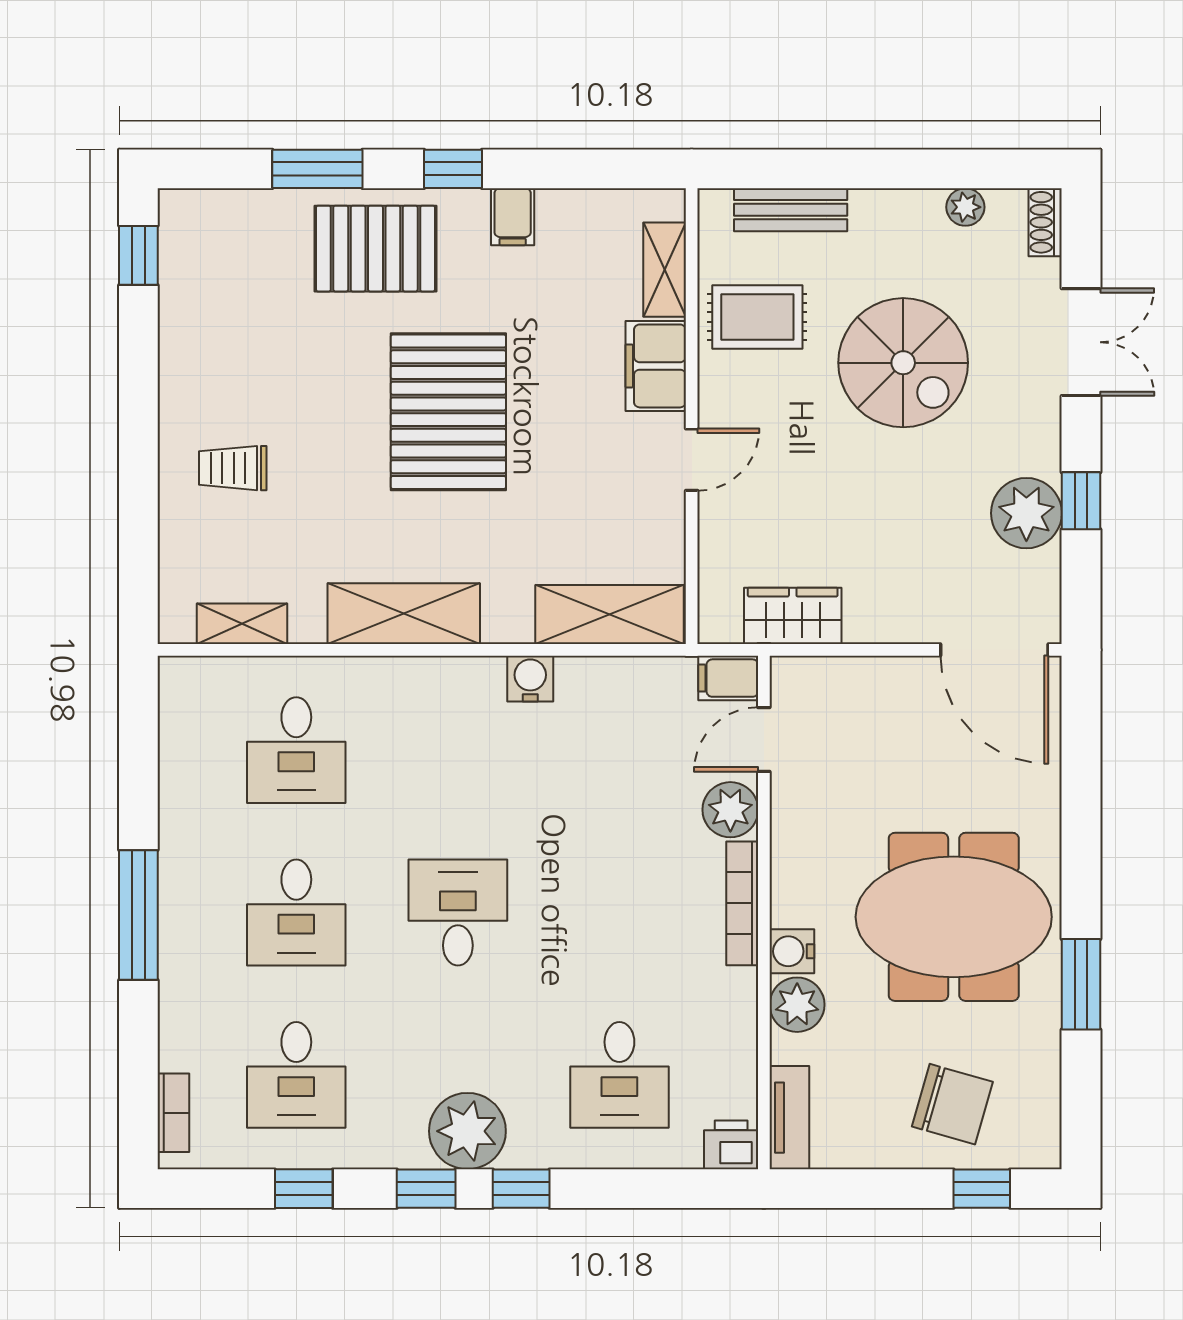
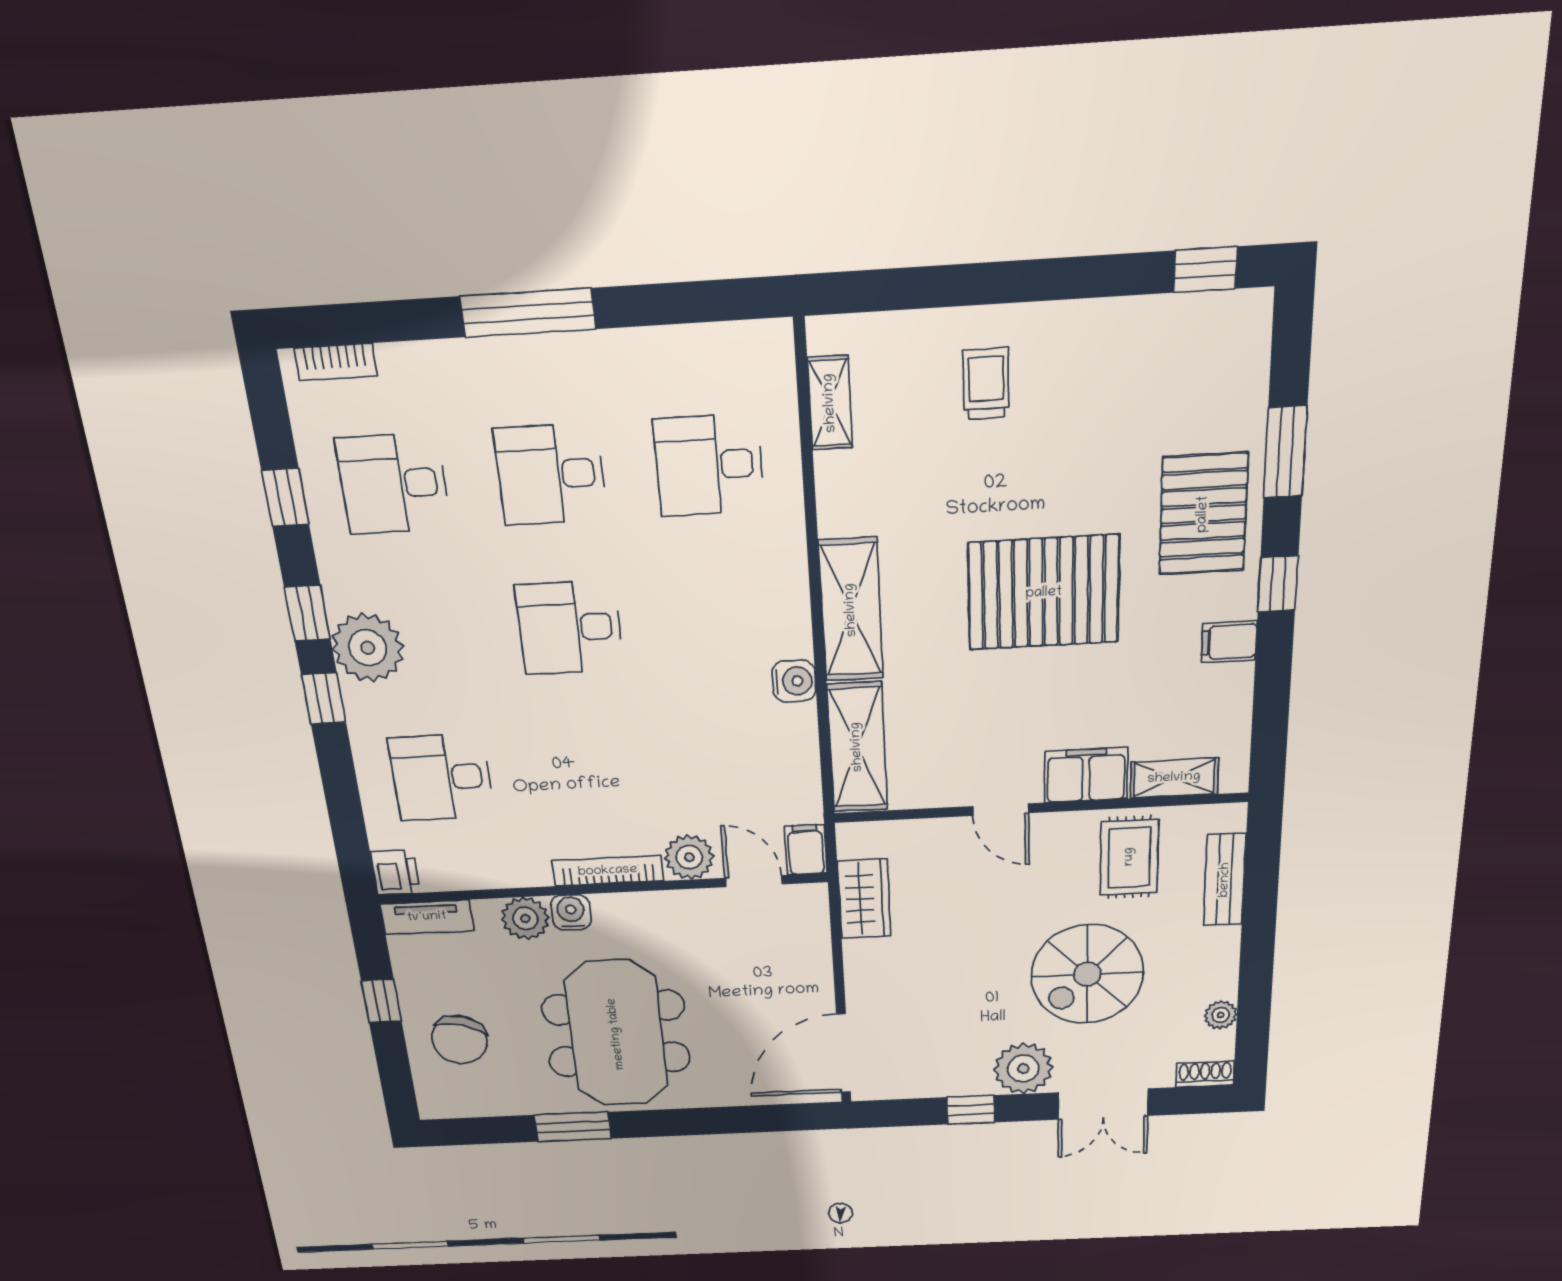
plant: (1026, 513) -> (1023, 1069), moved
shelving: (404, 614) -> (851, 610), moved
desk: (458, 912) -> (570, 628), turned 180
window: (982, 1189) -> (381, 1001), moved

